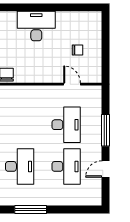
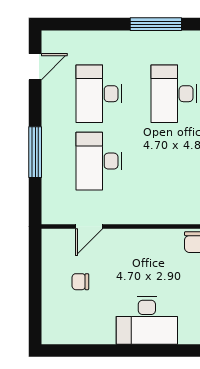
door: (72, 84) -> (89, 227), hinge flipped
door: (106, 169) -> (35, 67), moved

